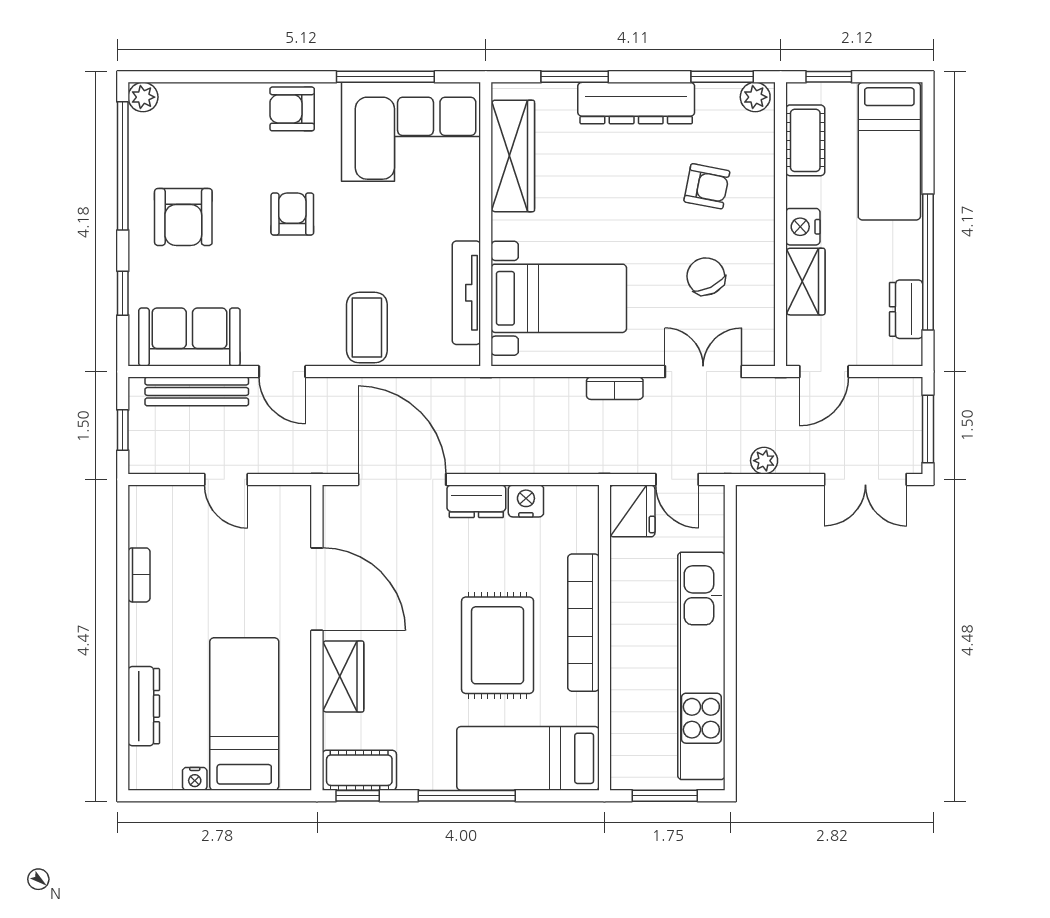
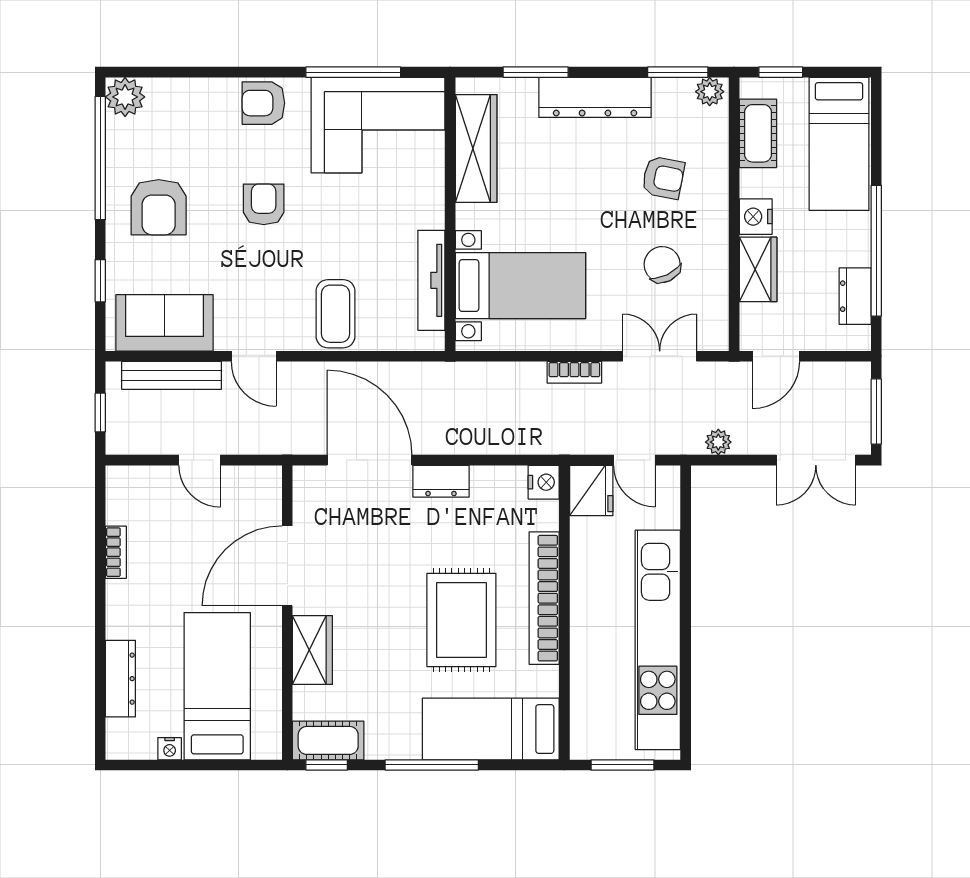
plant: (143, 97) -> (125, 97), width x1.38, depth x1.38
nightstand: (526, 501) -> (544, 482), moved, turned 90
door: (317, 589) -> (287, 566), swing flipped

